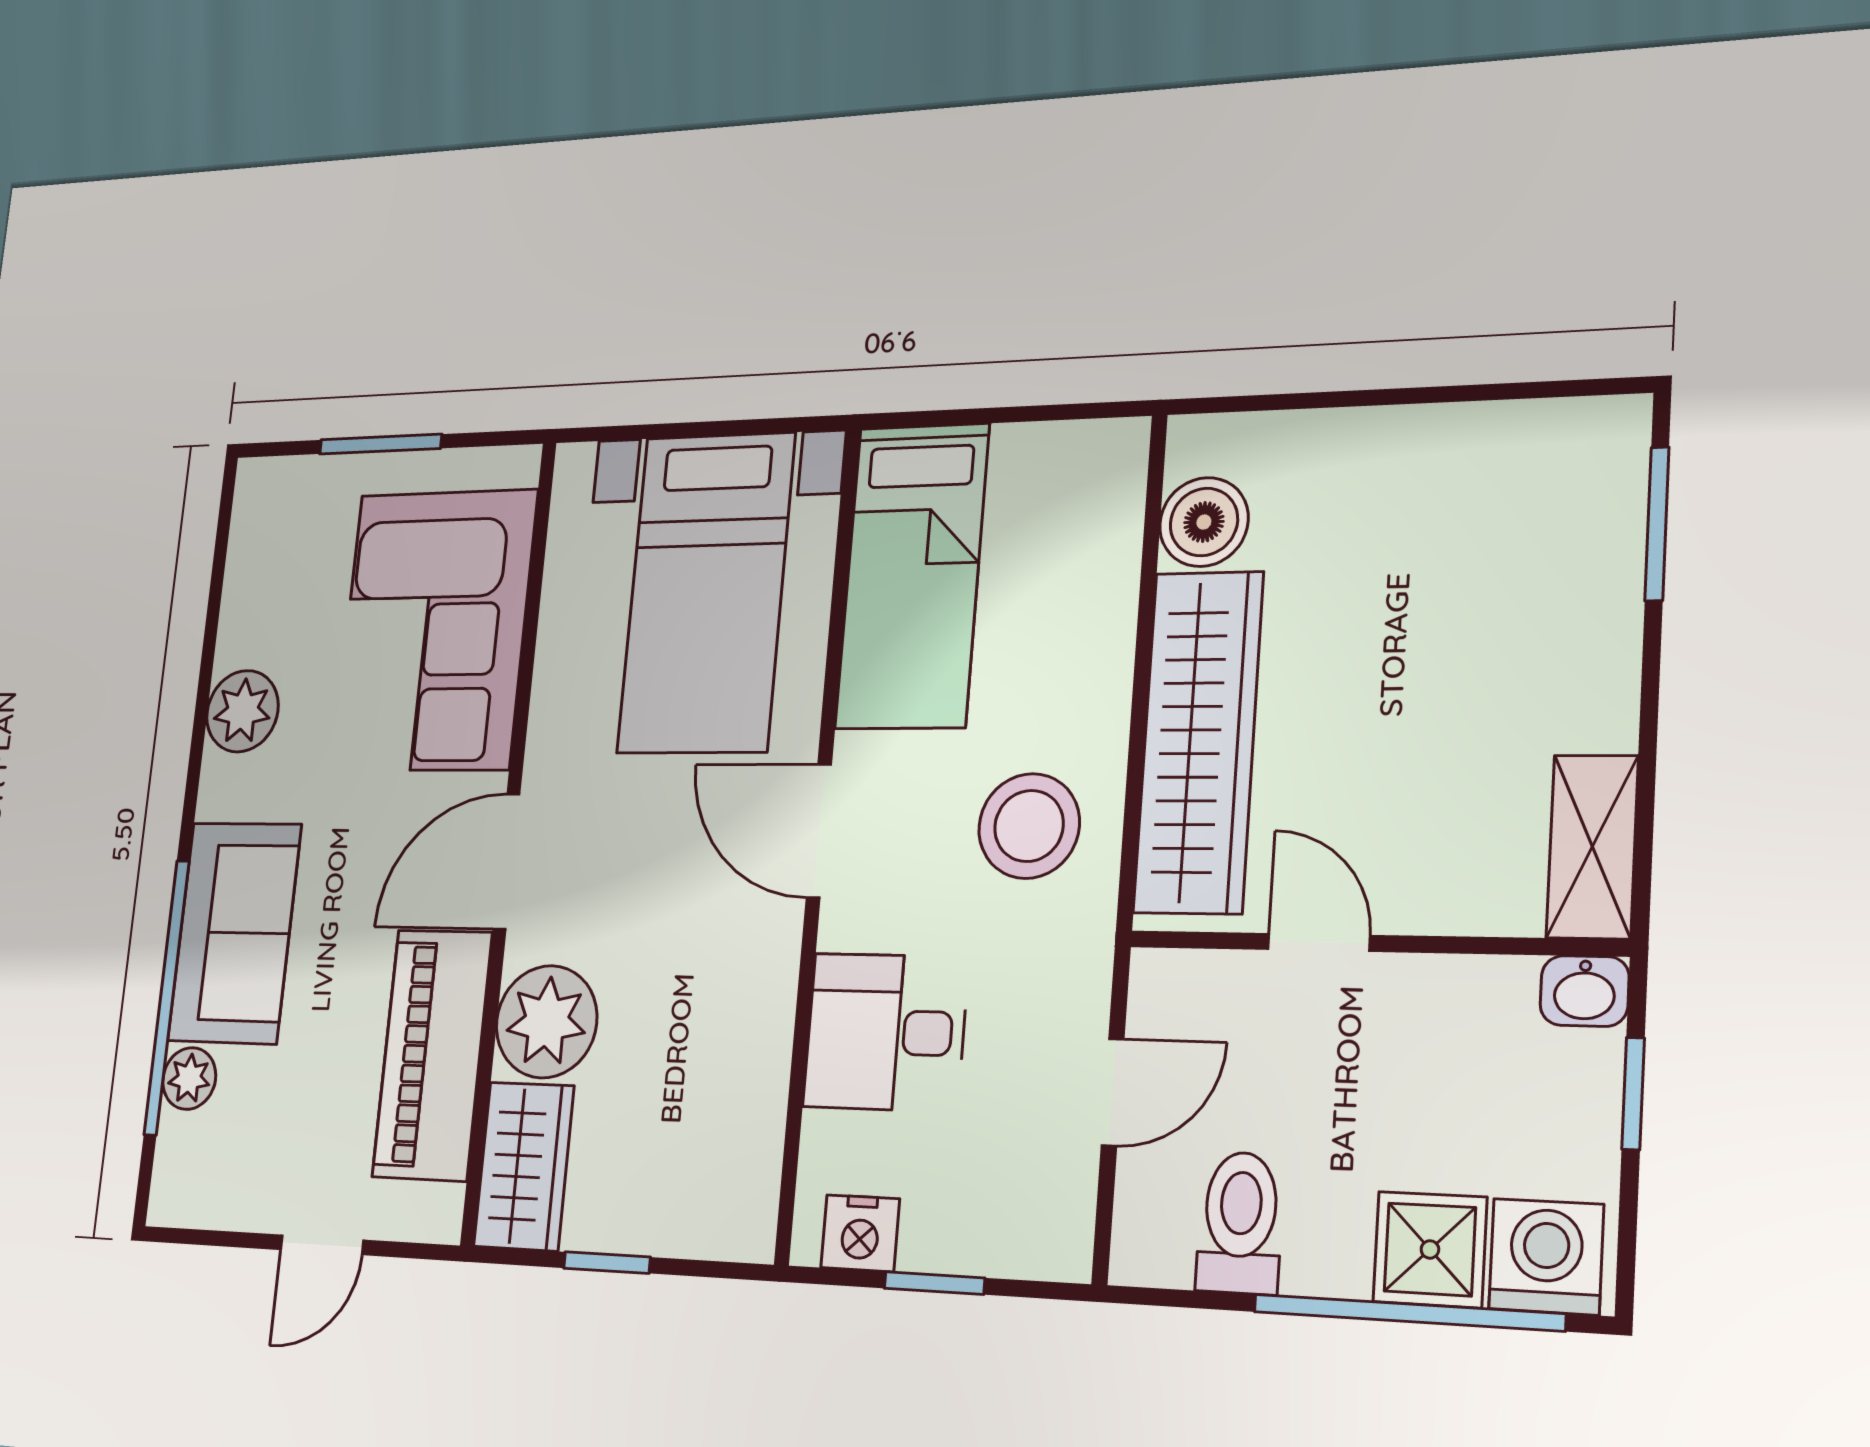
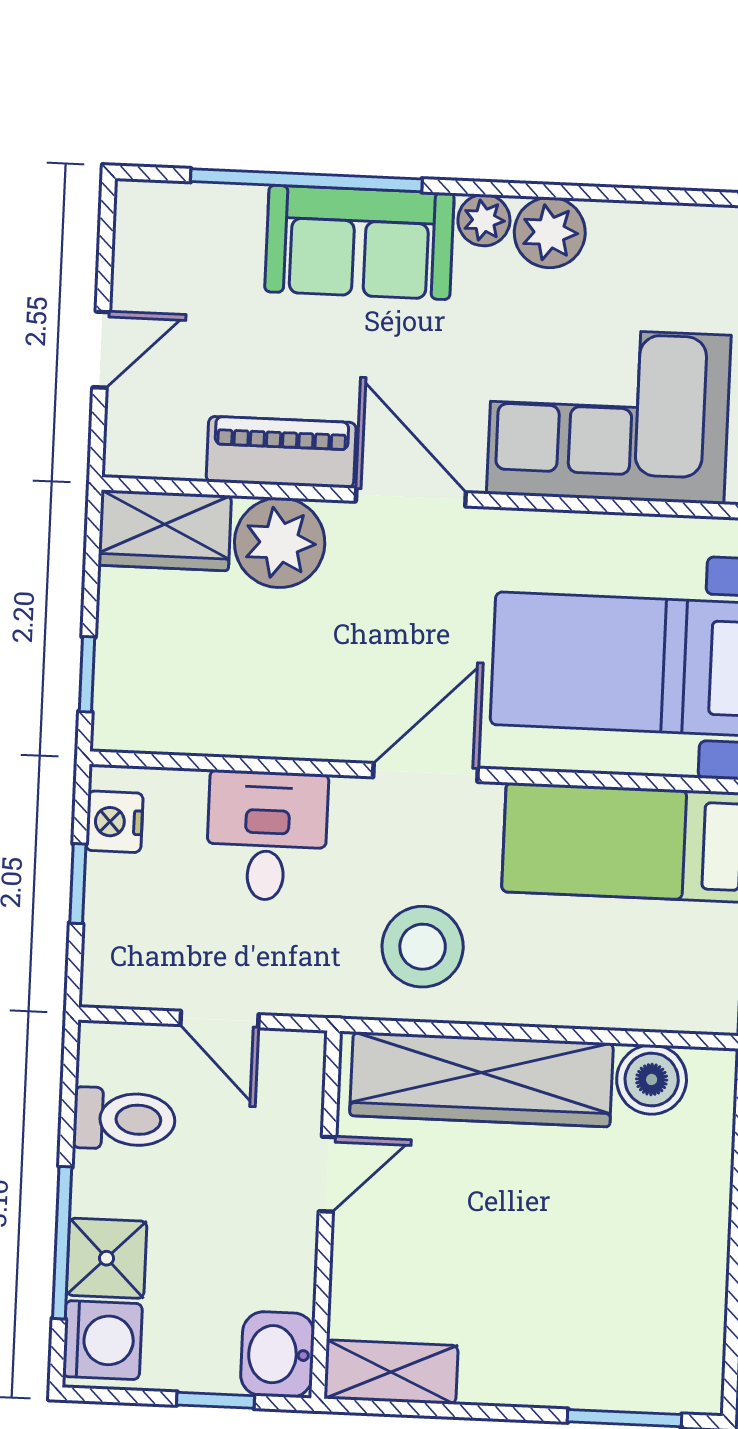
washbasin: (1584, 991) -> (277, 1354), width x1.38, depth x1.45
piano: (432, 1054) -> (281, 452), width x0.73, depth x0.75
plant: (189, 1078) -> (484, 220), moved
door: (322, 1245) -> (101, 350), swing flipped
window: (607, 1263) -> (87, 674), moved
window: (1408, 1313) -> (62, 1243), width x0.68

